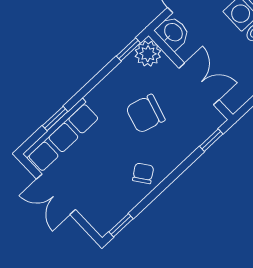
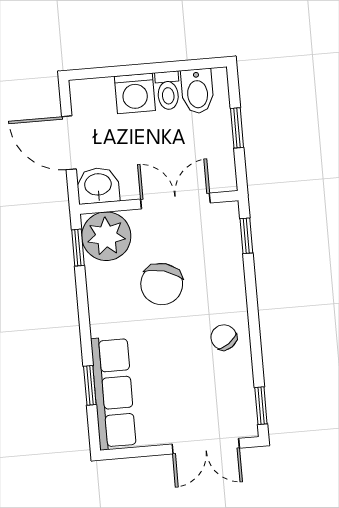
plant: (148, 54) -> (106, 236), width x1.36, depth x1.36
double door: (56, 194) -> (206, 446), moved

